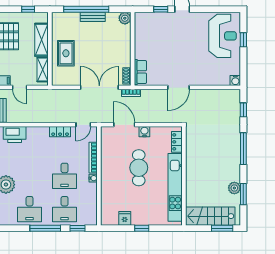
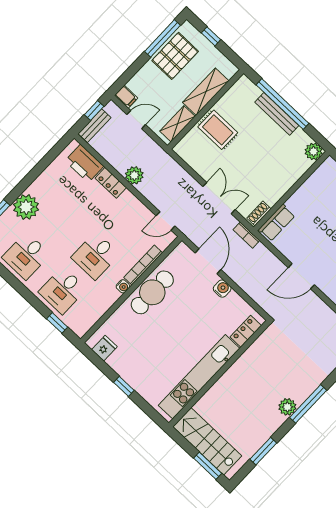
window: (28, 9) -> (211, 36), moved
bench: (93, 17) -> (277, 114), width x1.36
rug: (66, 53) -> (218, 130), turned 90
door: (20, 87) -> (136, 120), swing flipped
double door: (99, 87) -> (219, 198), width x0.73
plant: (46, 116) -> (134, 175), added
locker: (60, 132) -> (111, 183), moved
cafe table: (139, 168) -> (152, 292), moved
plant: (234, 188) -> (287, 407), moved
fridge: (125, 218) -> (104, 348), moved
window: (45, 228) -> (24, 291), removed

